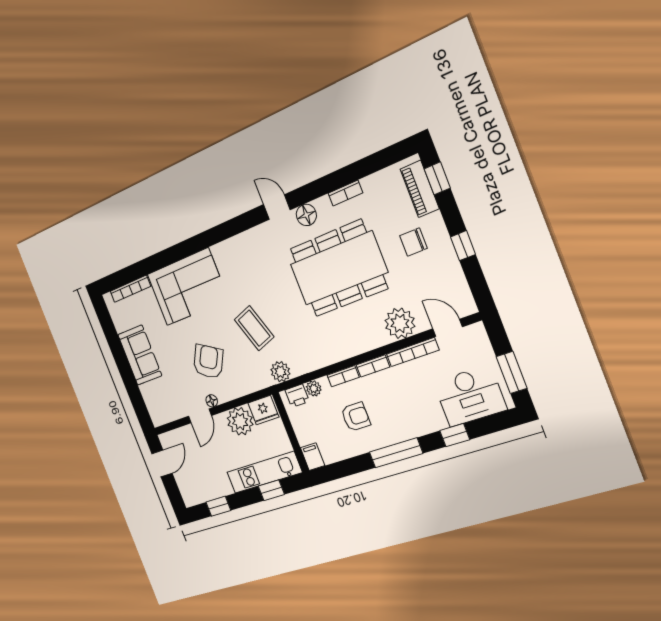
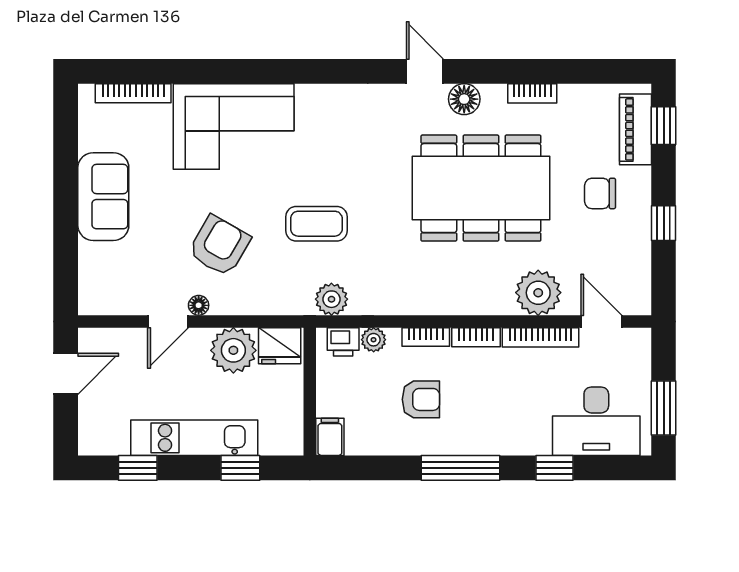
coffee table: (254, 328) -> (316, 224), turned -71
kitchen unit: (264, 472) -> (194, 438), moved

